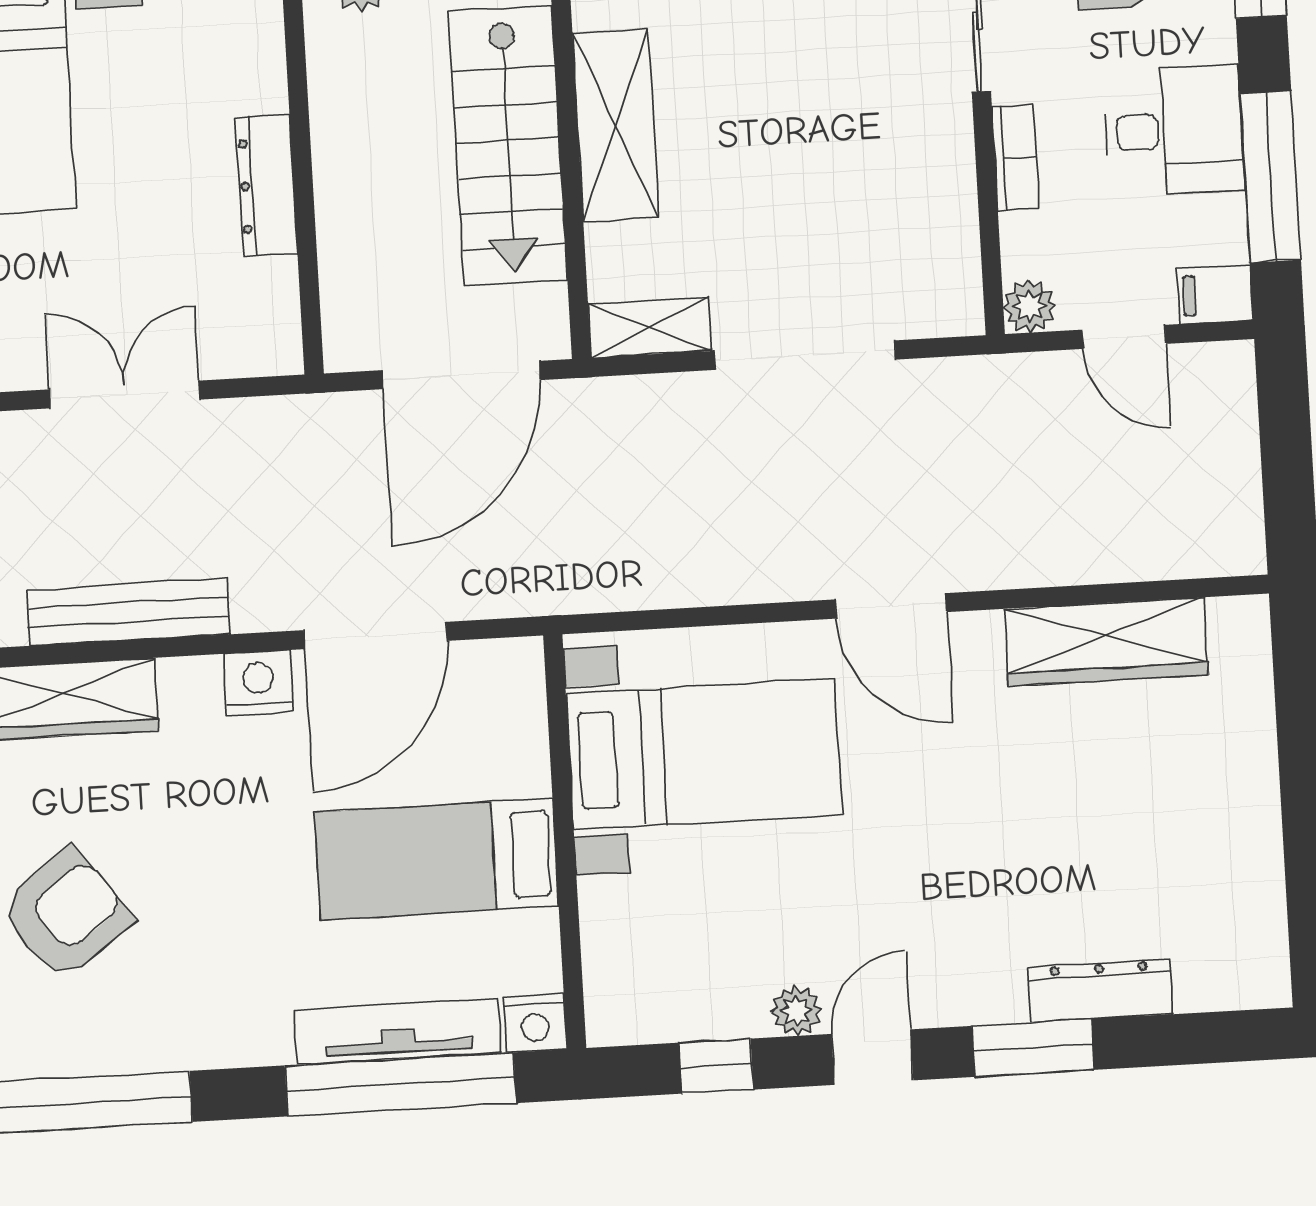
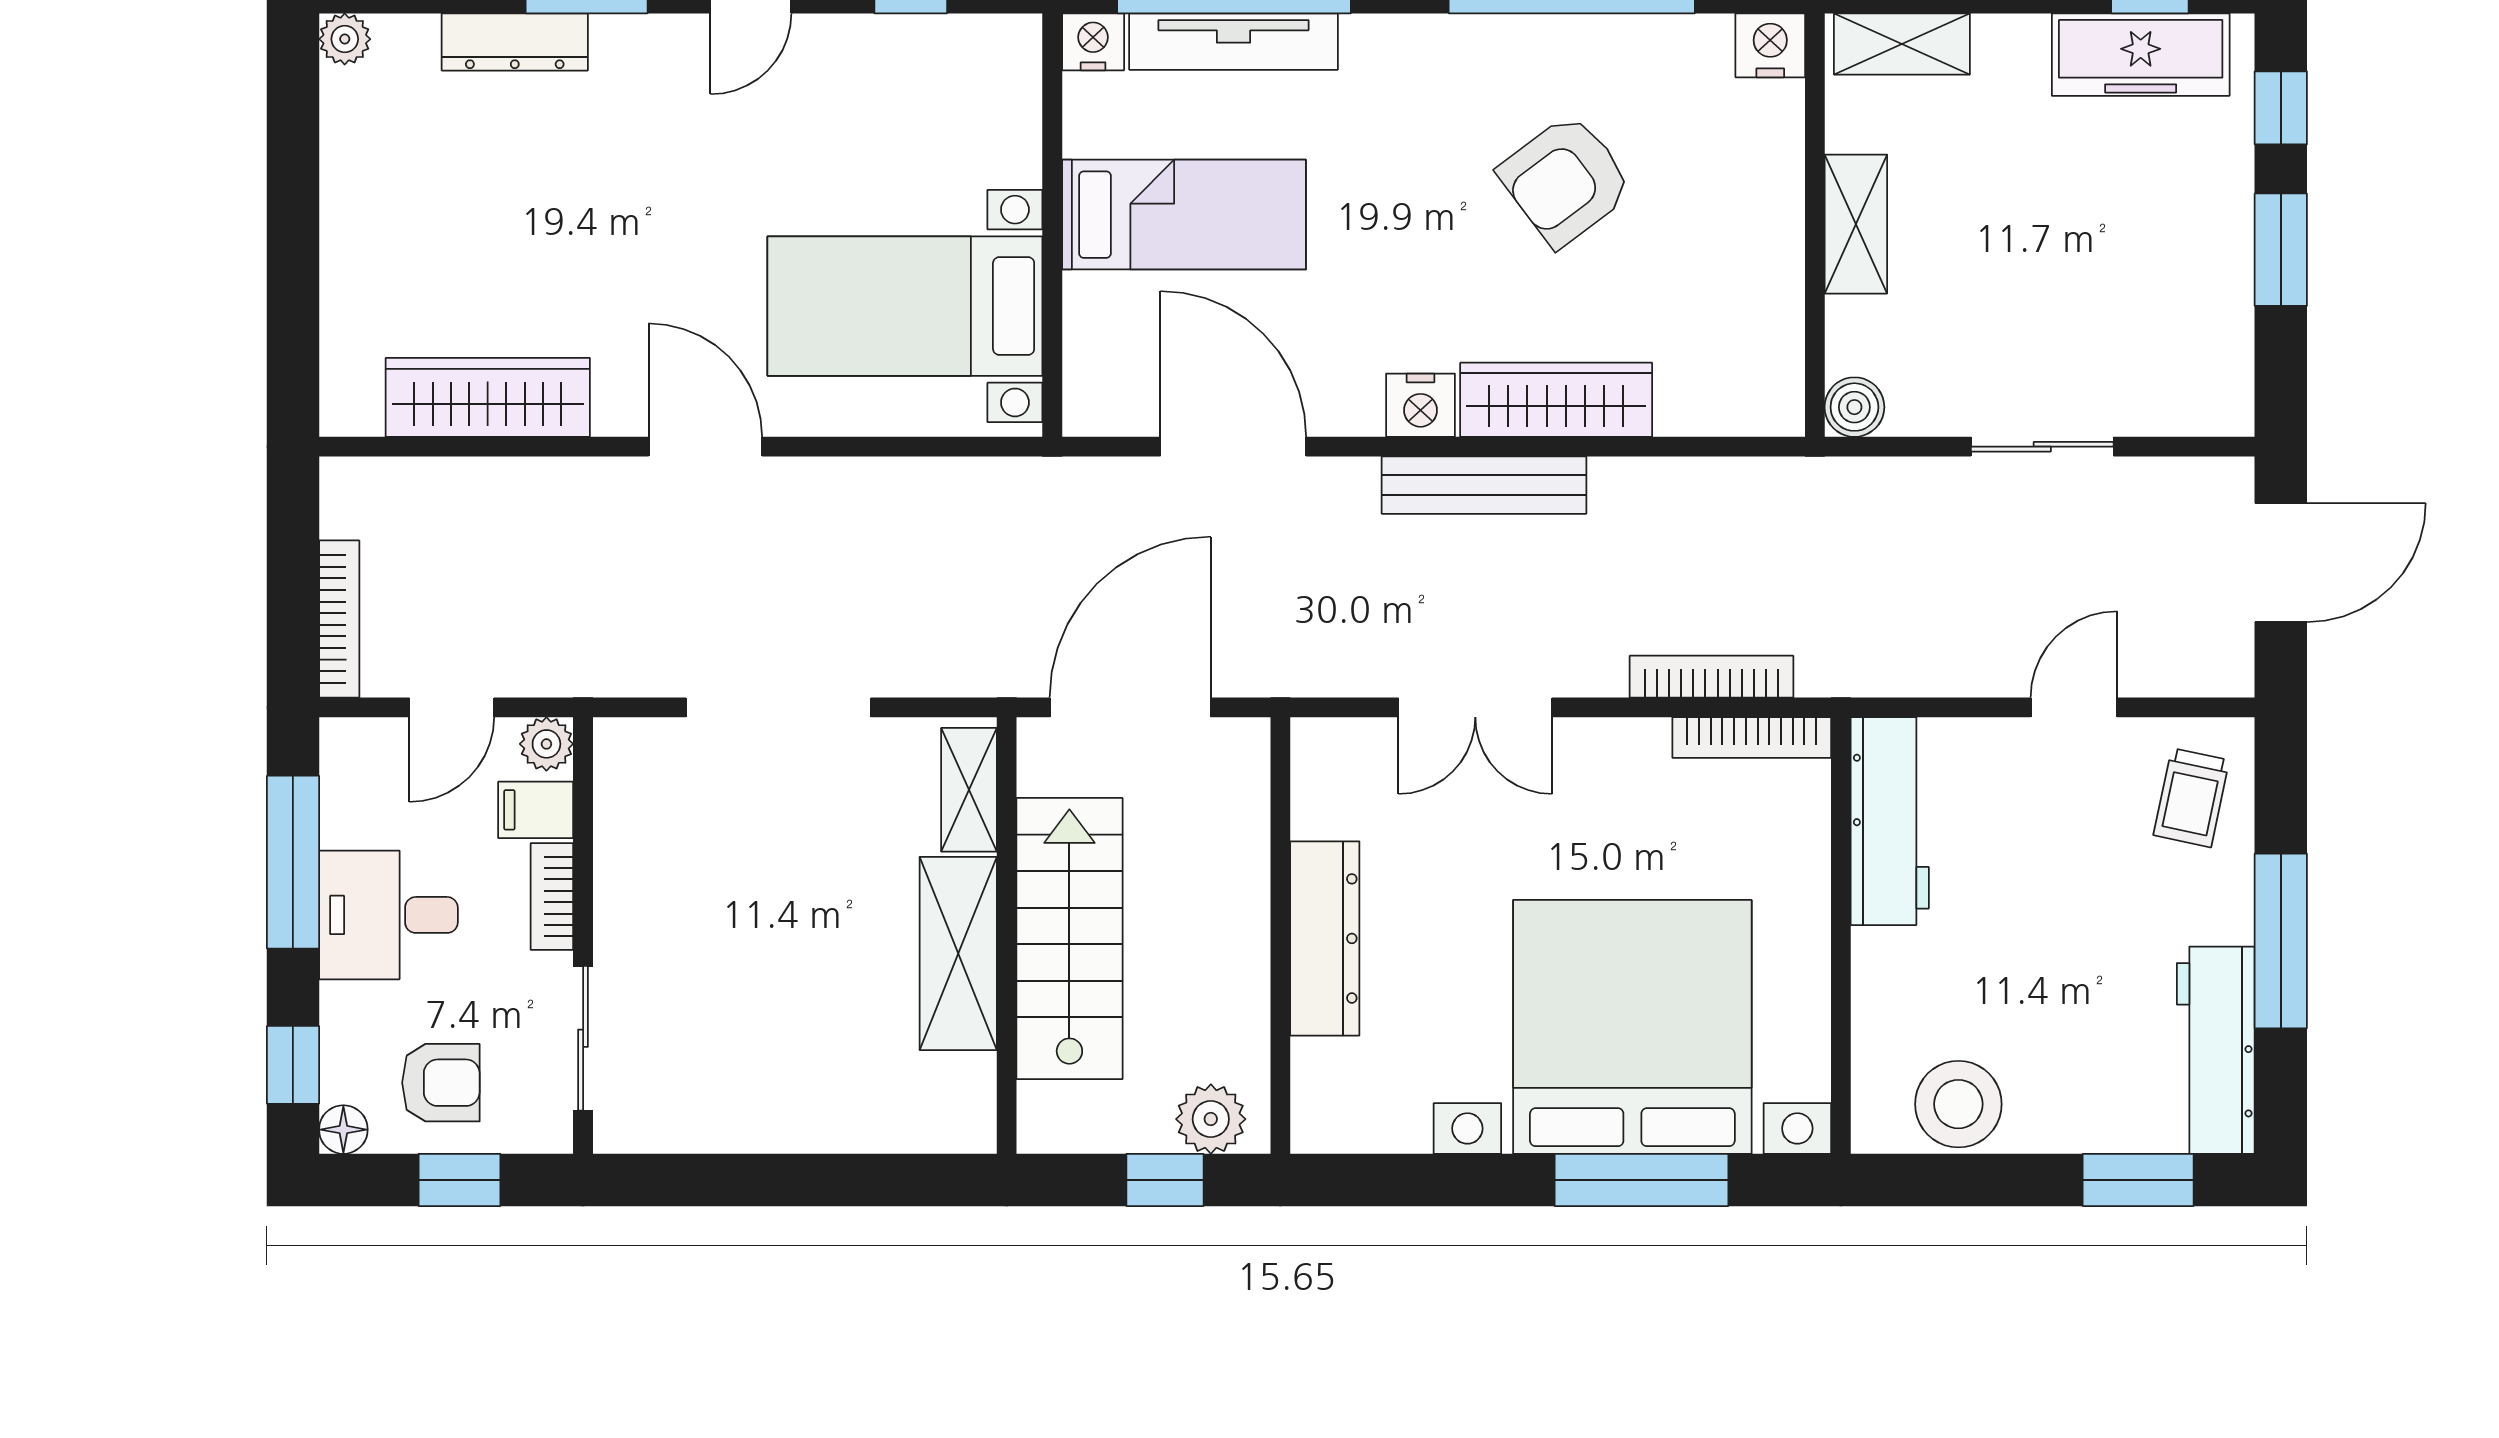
dresser: (266, 185) -> (1325, 938), width x1.37, depth x1.24
filing cabinet: (1215, 294) -> (536, 810), moved, turned 180
shelving: (650, 327) -> (969, 790), moved, turned 90
door: (1124, 337) -> (452, 707), swing flipped
bookcase: (1239, 417) -> (339, 619), added
door: (375, 635) -> (1233, 447), hinge flipped
nightstand: (258, 683) -> (1420, 405), moved
plant: (796, 1011) -> (345, 39), moved

